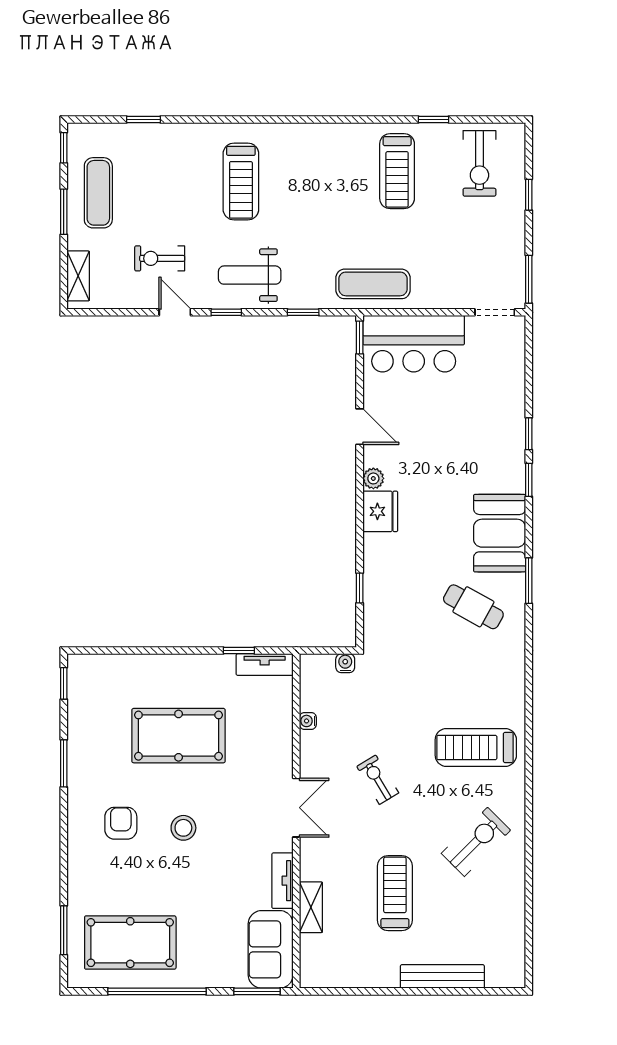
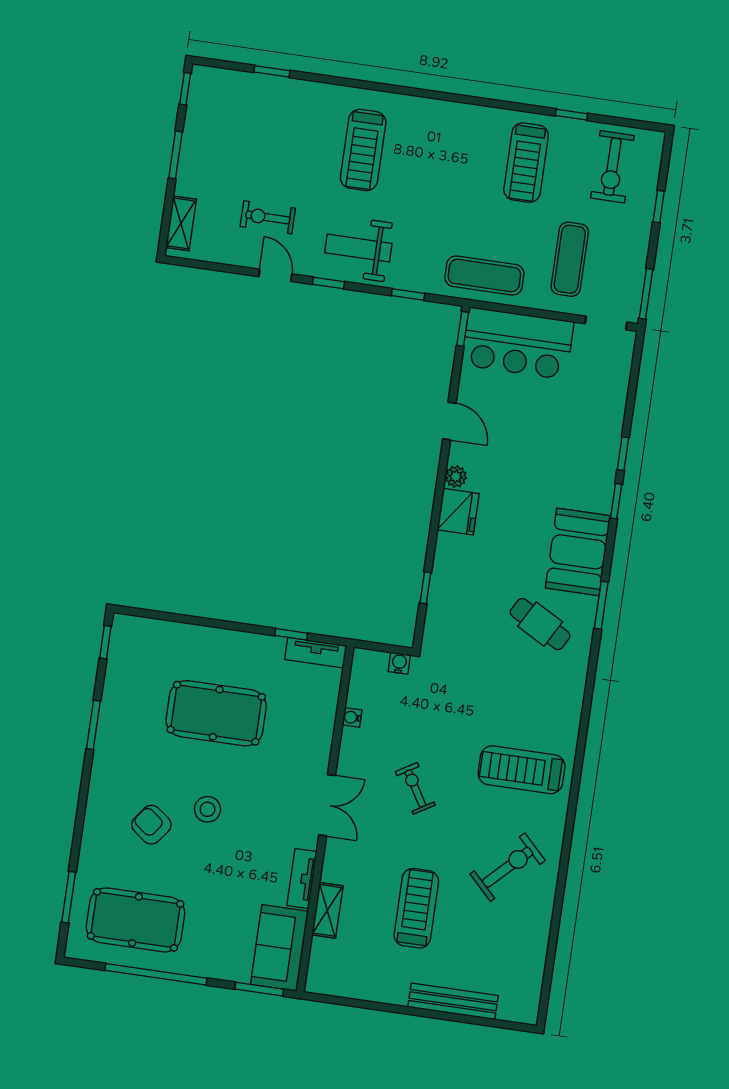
exercise mat: (98, 193) -> (570, 259), moved
armchair: (121, 823) -> (151, 825), moved, turned -53

